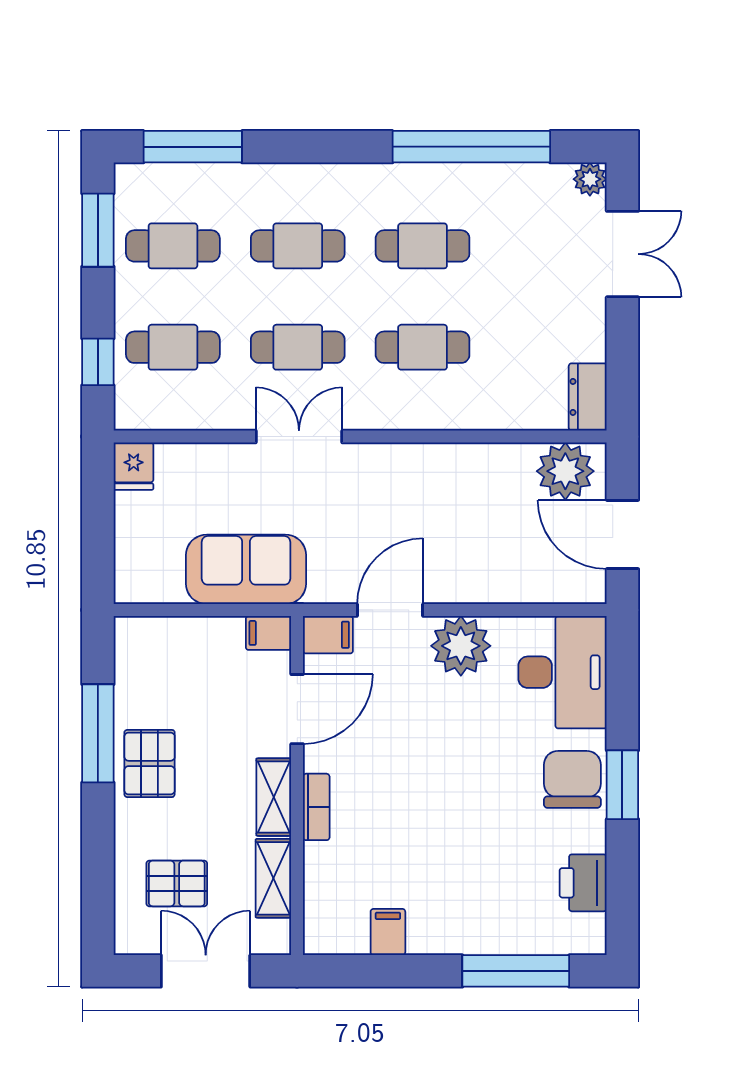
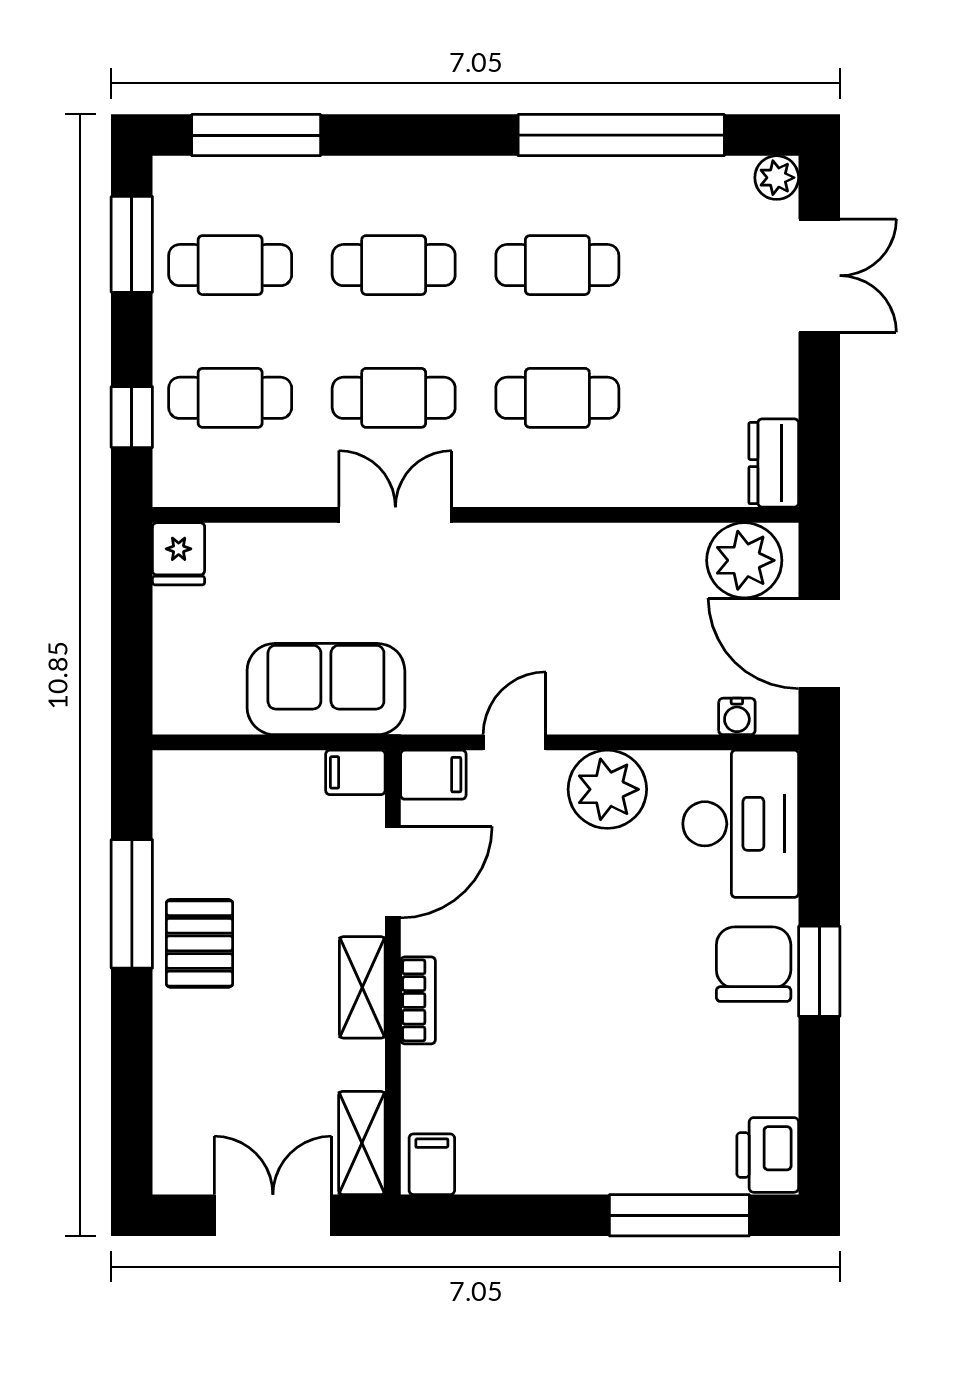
water cooler: (560, 590) -> (737, 716), added
door: (390, 610) -> (515, 742), width x0.73
shelving: (273, 878) -> (362, 1143), moved
pallet: (177, 883) -> (235, 1101), removed
printer: (583, 883) -> (768, 1155), moved
filing cabinet: (388, 932) -> (432, 1164), moved

